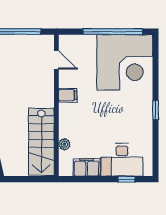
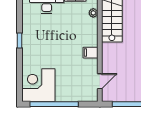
door: (56, 60) -> (100, 81), swing flipped
corner desk: (125, 62) -> (38, 85), width x0.74, depth x0.74

